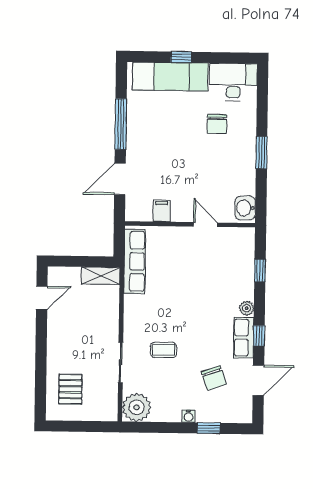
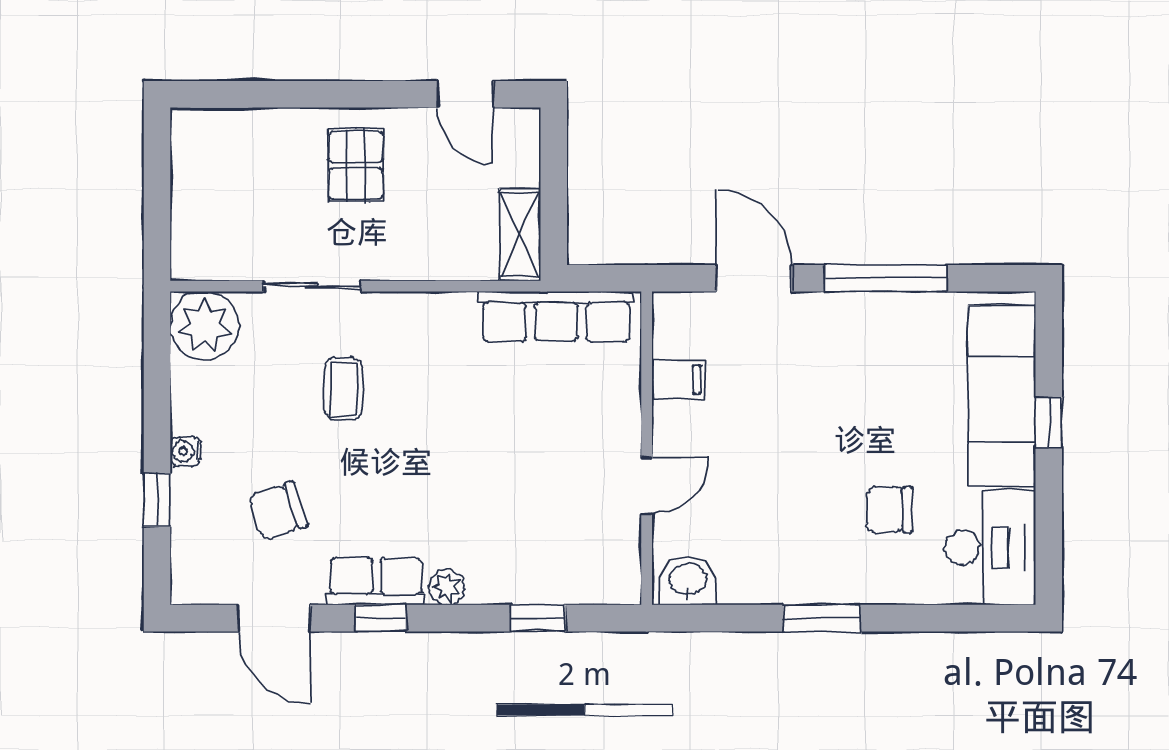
pallet: (70, 389) -> (356, 165), moved, turned 90

